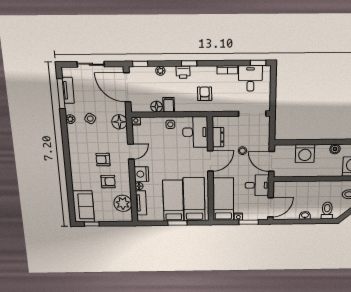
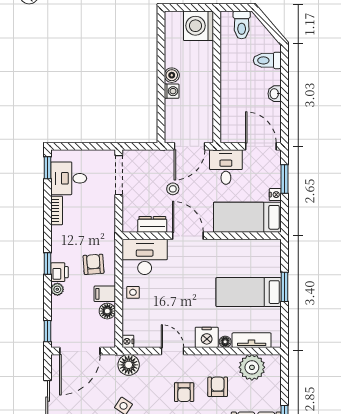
plant: (160, 71) -> (57, 289), moved
armchair: (205, 94) -> (93, 264), moved, turned 86
boiler: (335, 149) -> (172, 75), moved
washing machine: (305, 153) -> (172, 91), width x0.53, depth x0.53
bed: (194, 199) -> (247, 261), removed

